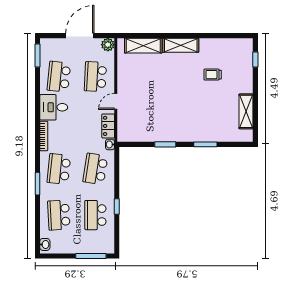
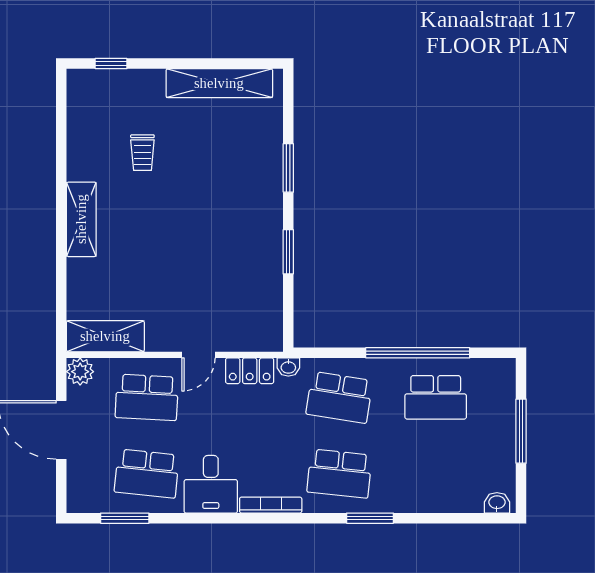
shelving: (143, 46) -> (105, 336), moved, turned 90
window: (37, 55) -> (125, 518), moved
door: (116, 101) -> (198, 355), hinge flipped
shelving: (246, 111) -> (219, 83), width x1.47
window: (117, 206) -> (418, 353), width x3.17
school desk: (59, 215) -> (436, 474), removed
window: (91, 256) -> (521, 431), moved

